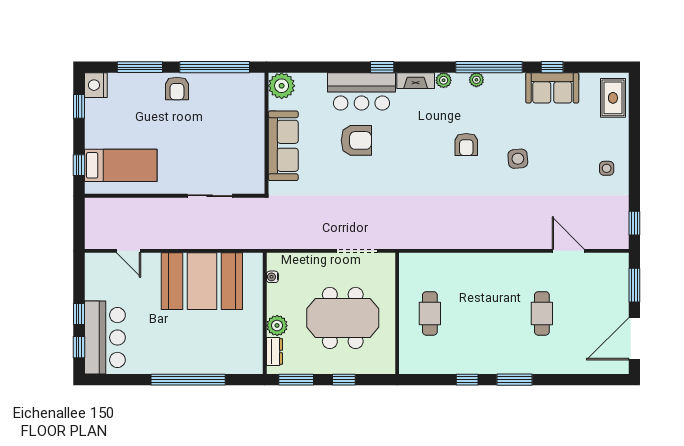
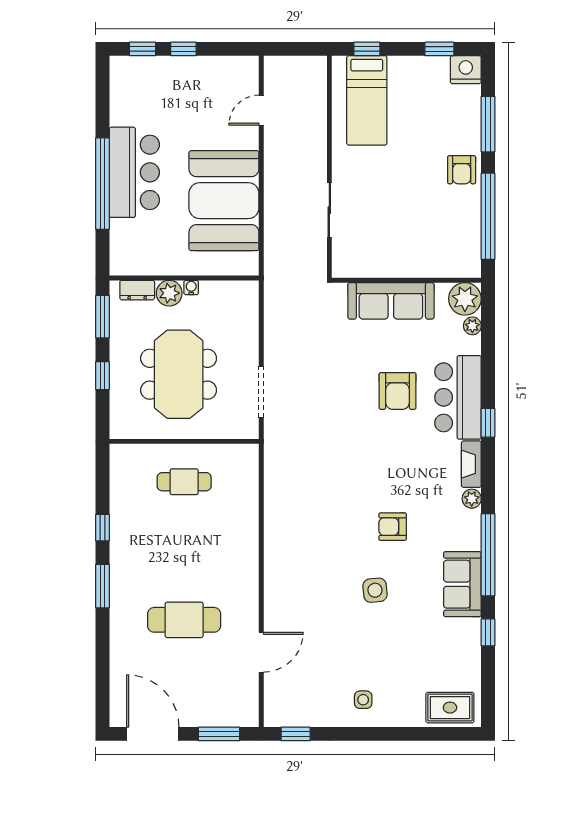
plant: (476, 80) -> (472, 326), moved
armchair: (177, 88) -> (462, 170), turned -90
sofa: (552, 88) -> (462, 584), moved
water cooler: (272, 277) -> (191, 288), moved
cafe table: (542, 313) -> (184, 620), width x1.37, depth x1.35
bar counter: (105, 338) -> (134, 172), moved, turned -90

